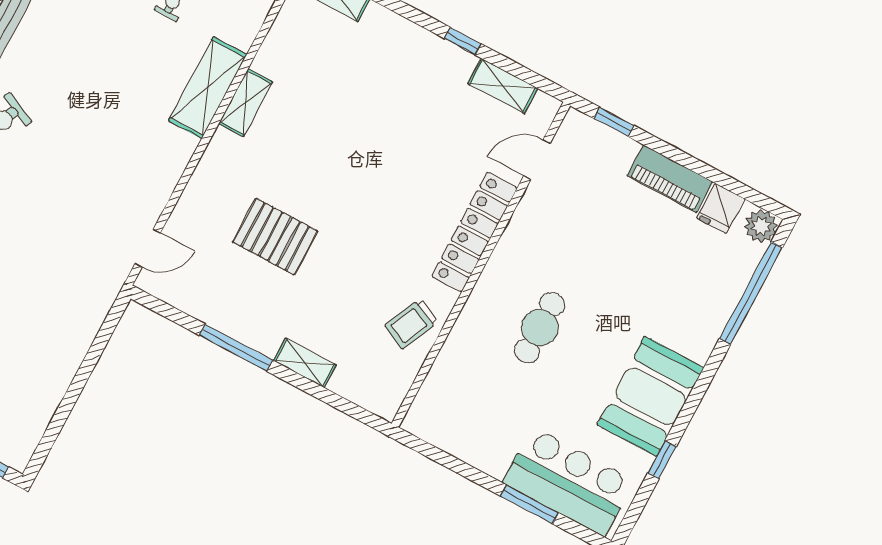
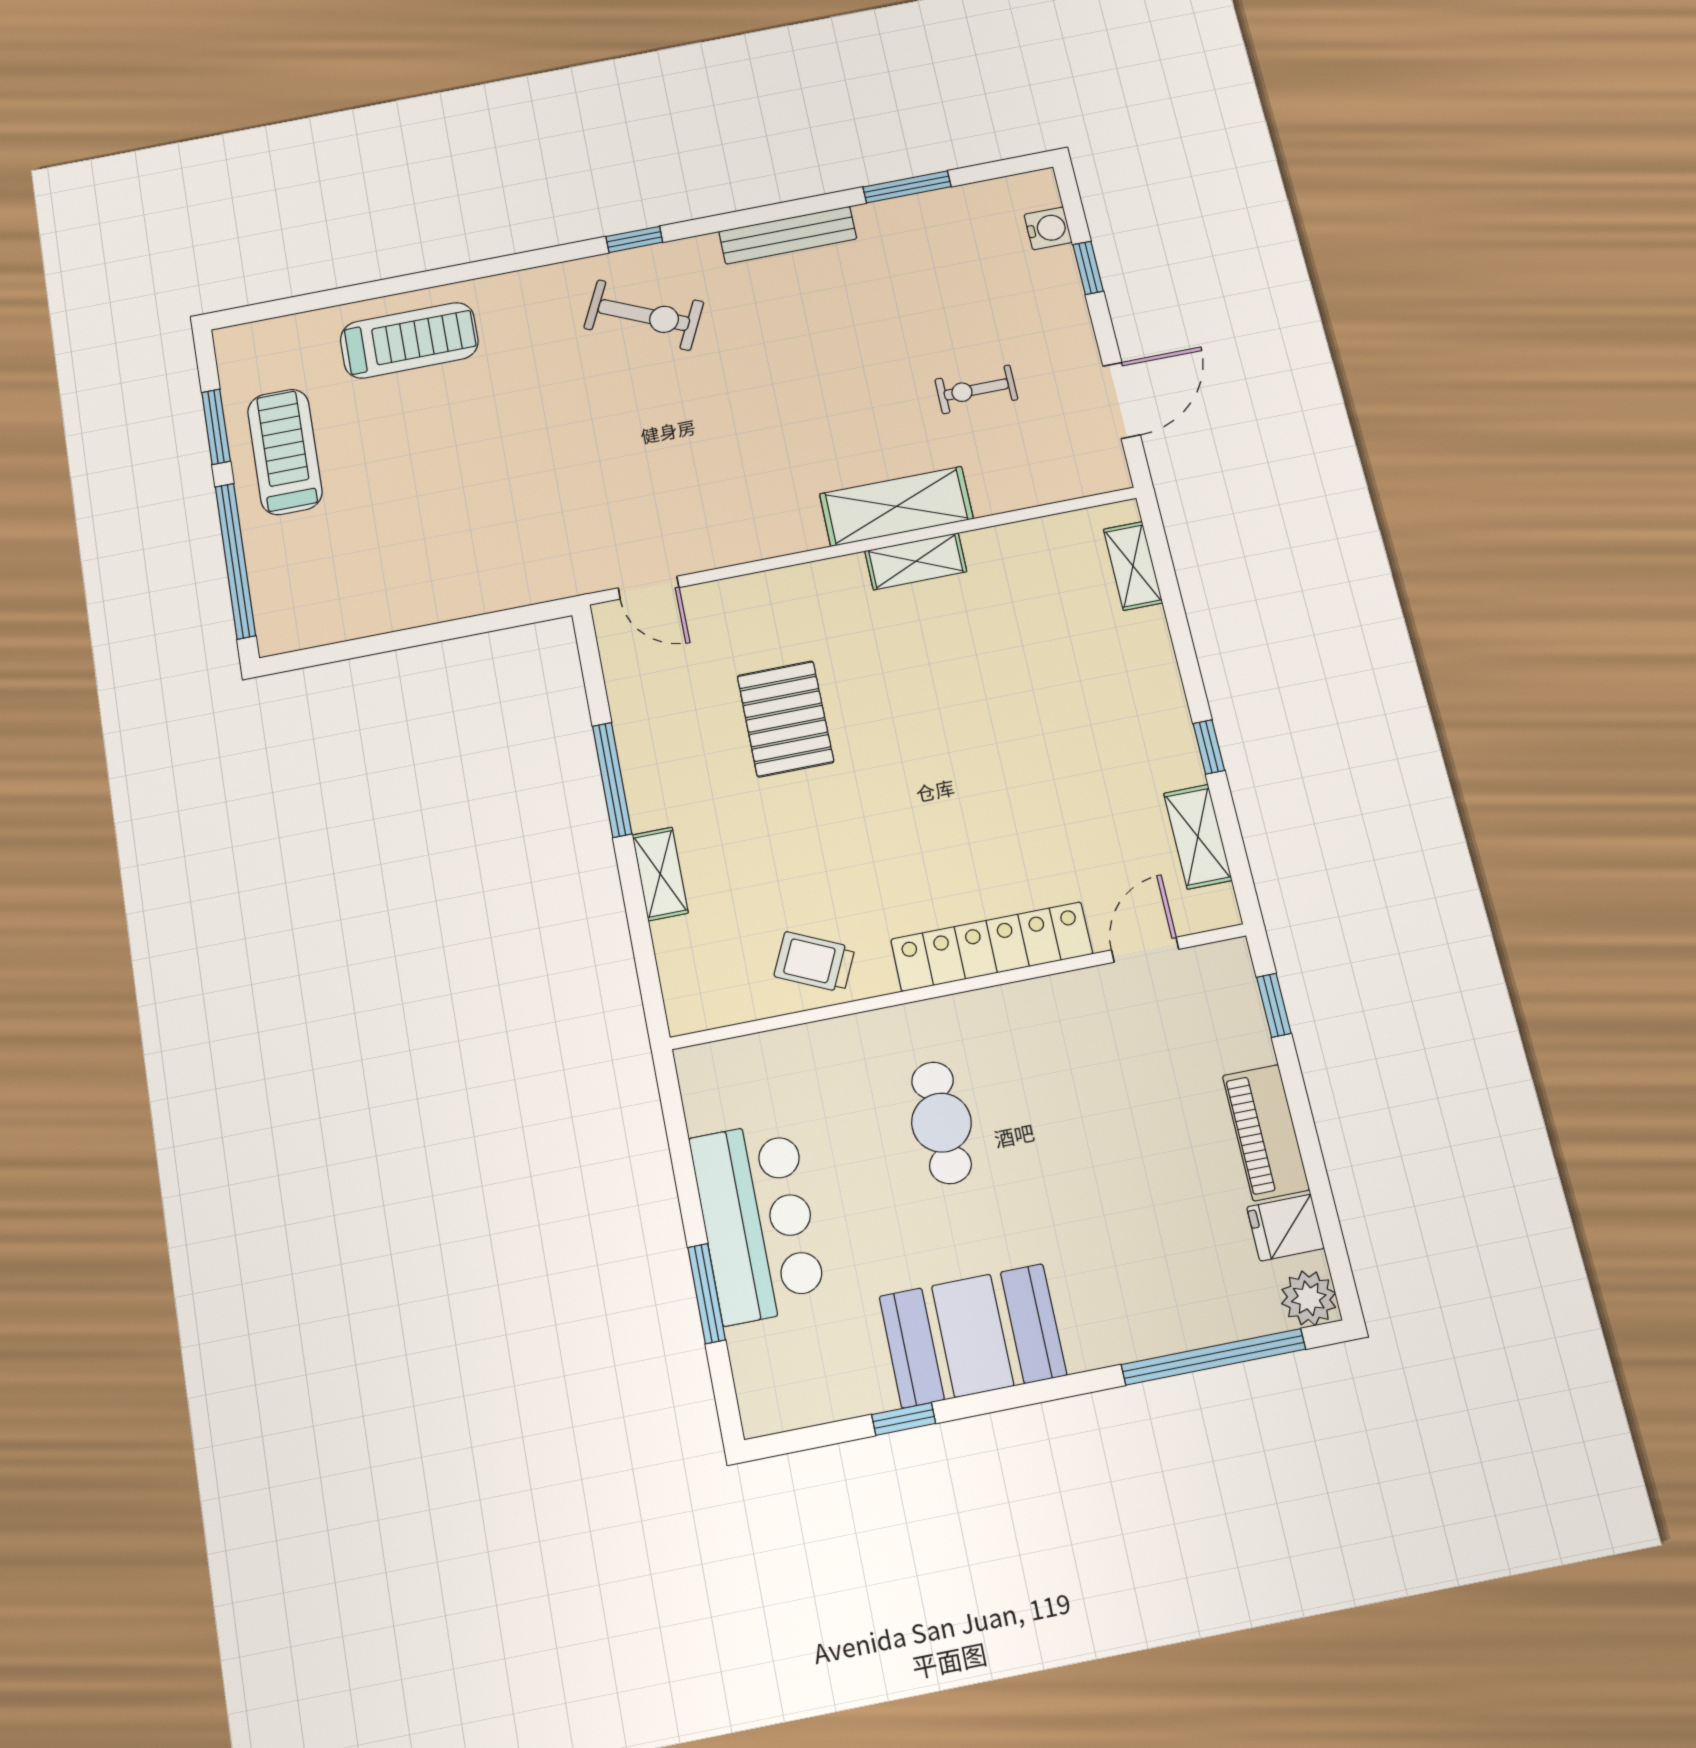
door: (537, 160) -> (1145, 950), hinge flipped
cafe table: (540, 328) -> (941, 1123), turned 90
bar counter: (569, 482) -> (758, 1222), moved

